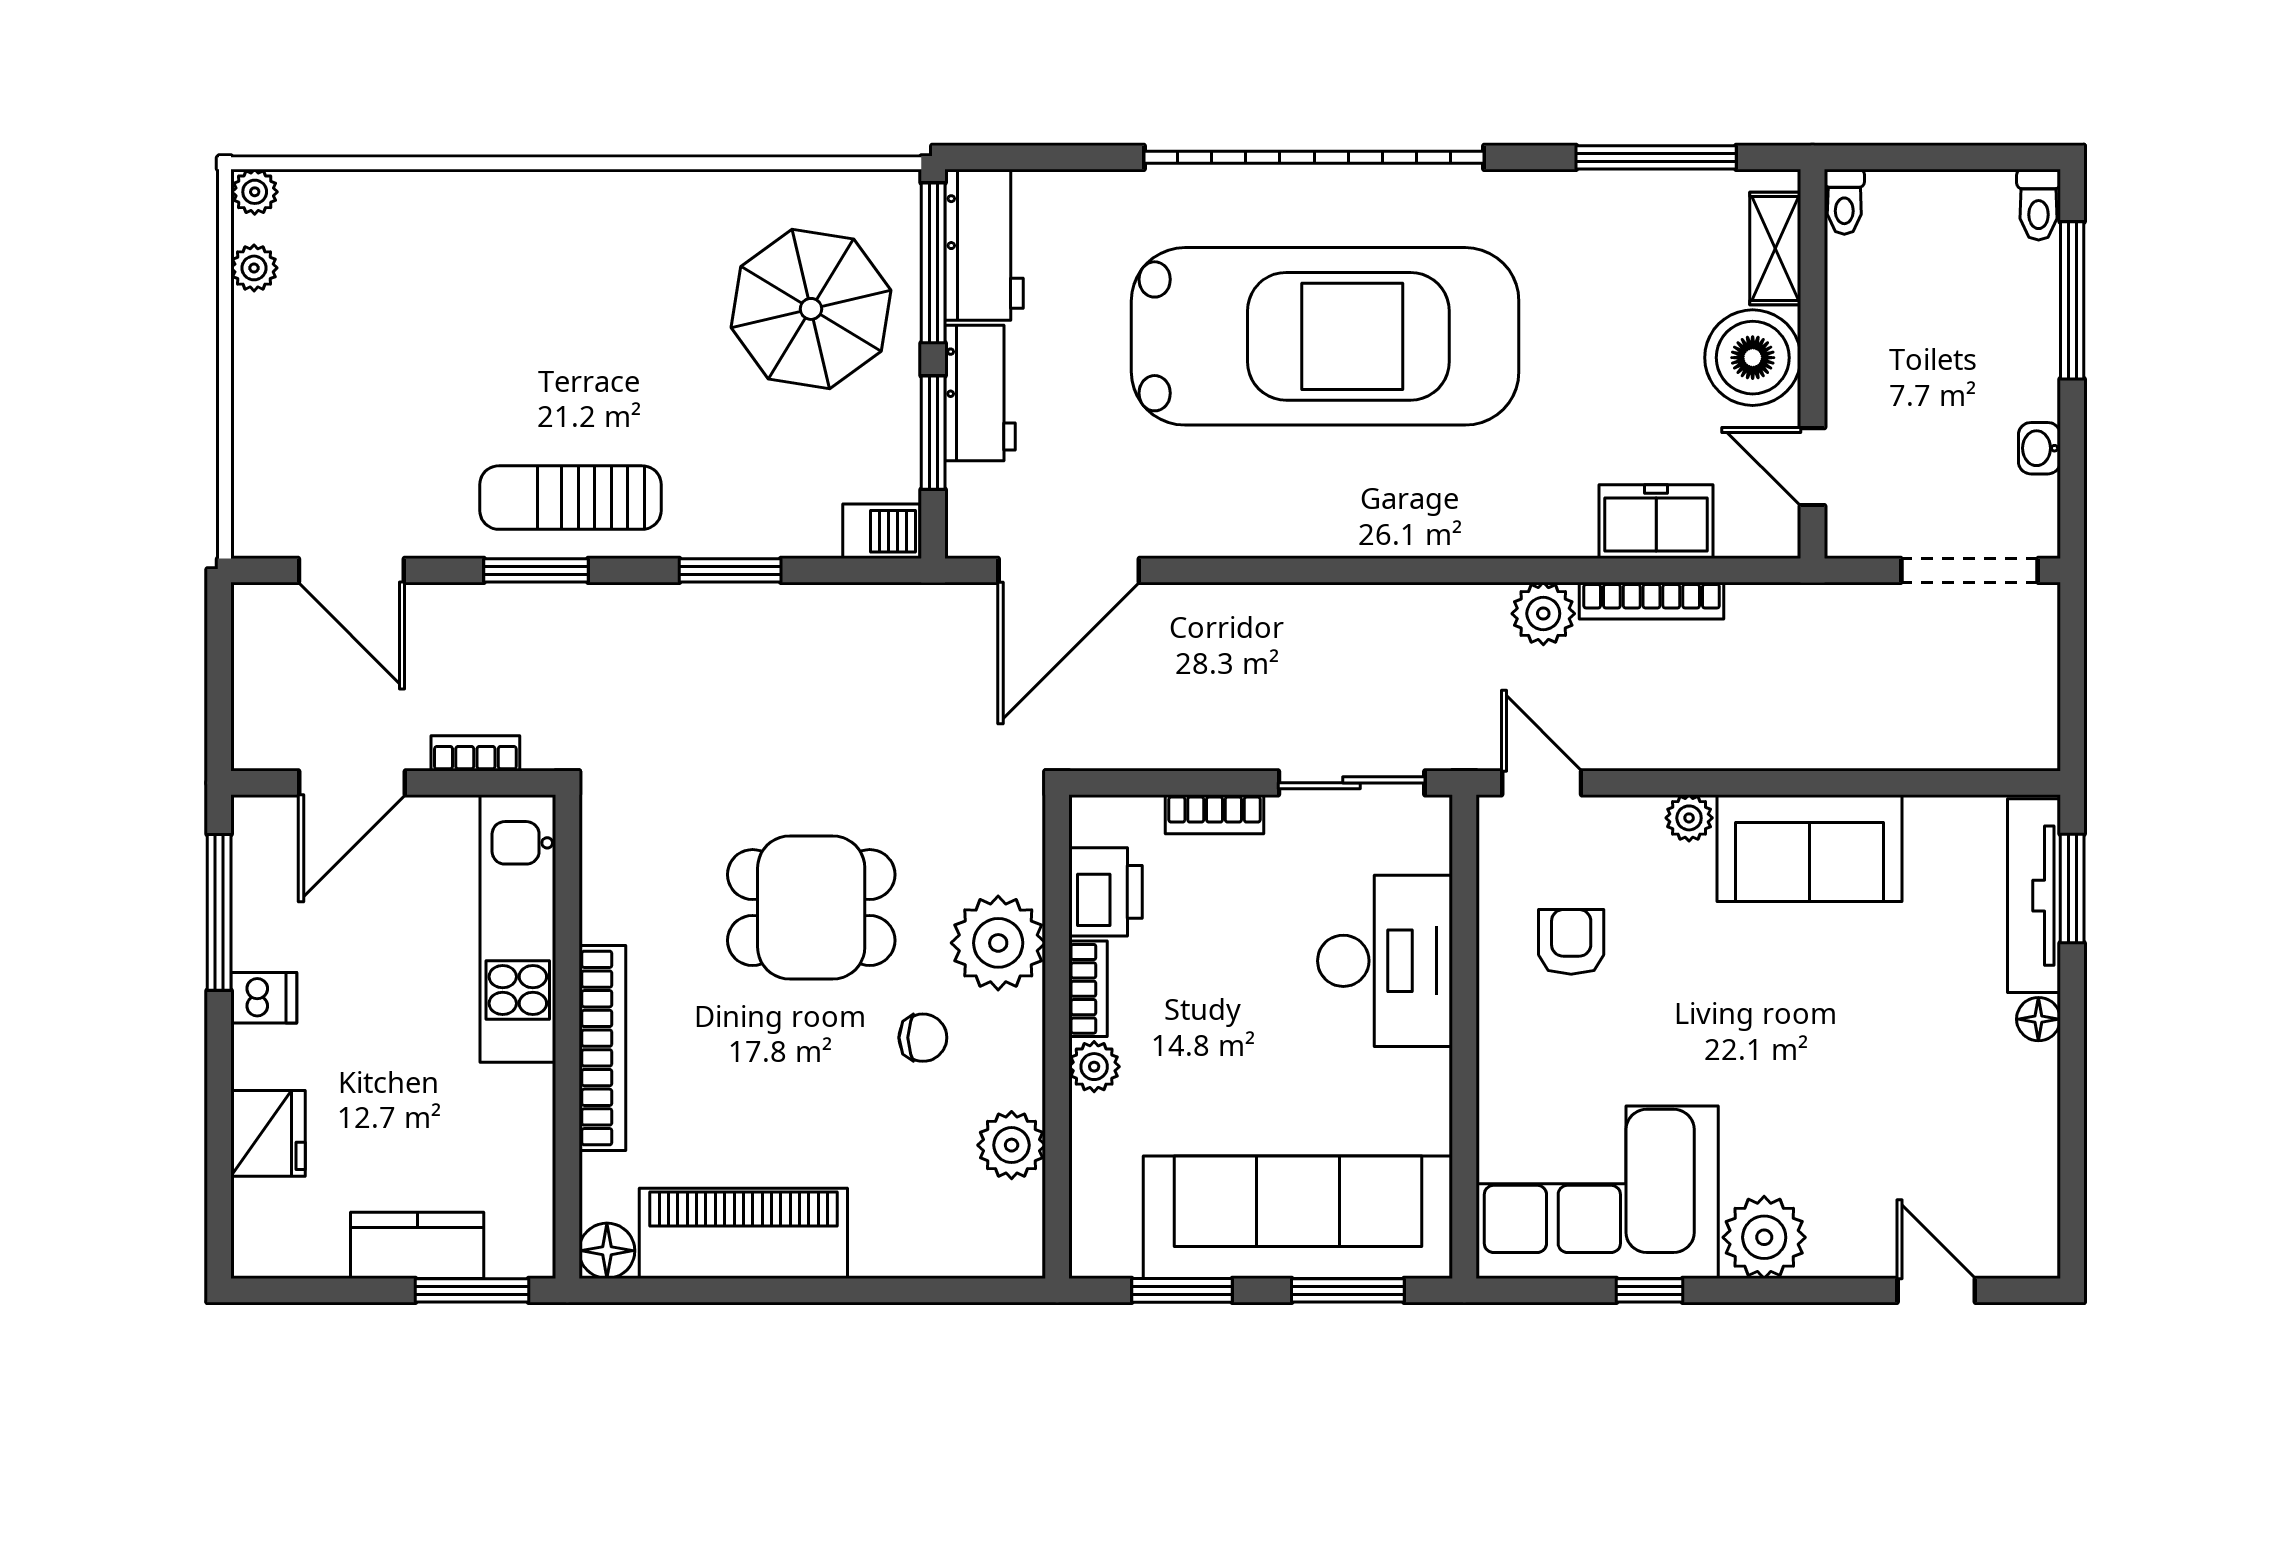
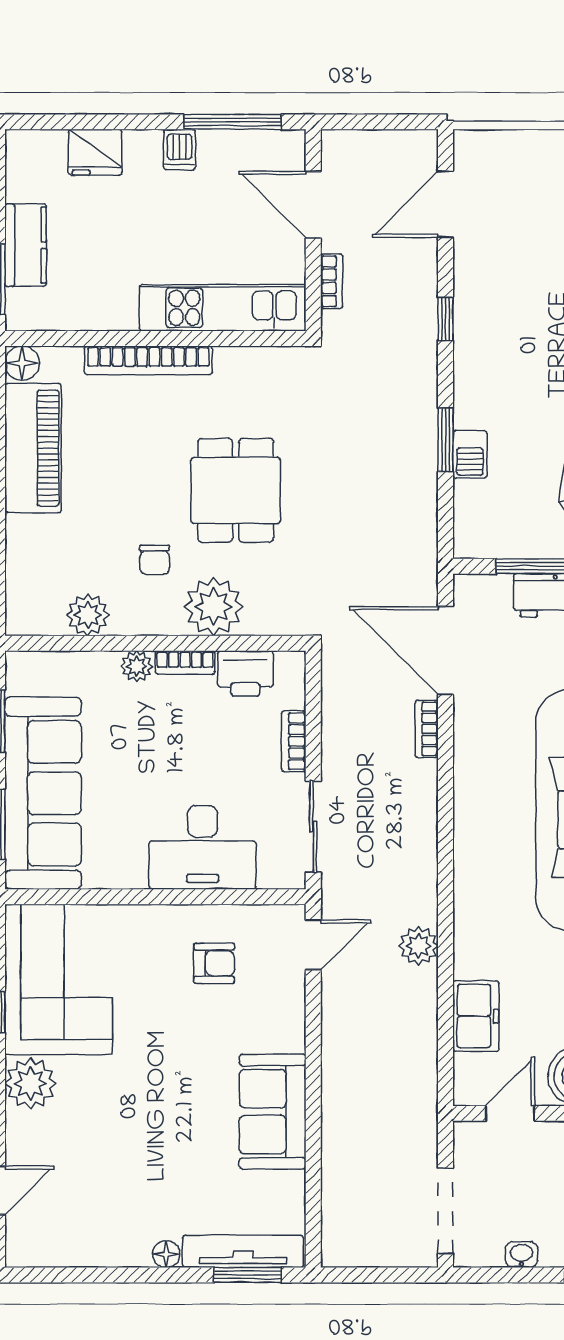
sun lounger: (571, 498) -> (491, 340), removed
barbecue: (881, 531) -> (470, 454), moved
window: (536, 570) -> (445, 319), width x0.67
bookcase: (1652, 601) -> (427, 729), moved, width x0.64
plant: (1689, 818) -> (291, 1037), removed

